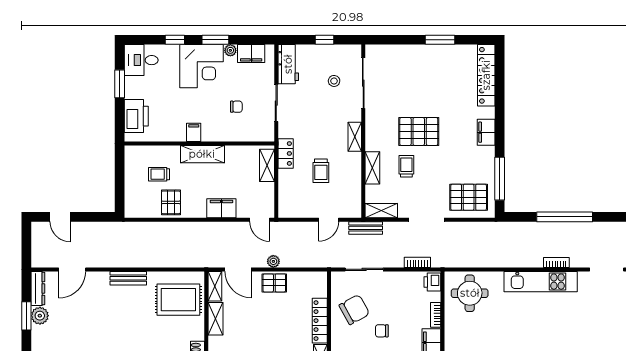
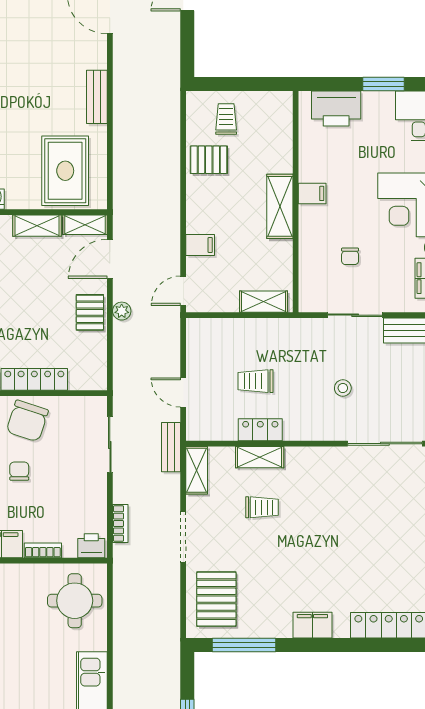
stool: (334, 81) -> (343, 388), moved
pallet: (419, 132) -> (313, 526), removed
shelving: (355, 137) -> (306, 431), removed
locker: (286, 153) -> (260, 430), moved, turned 180
trolley: (159, 174) -> (226, 119), moved
filing cabinet: (221, 208) -> (200, 245), width x0.50
chair: (354, 310) -> (27, 421), moved, turned 47

